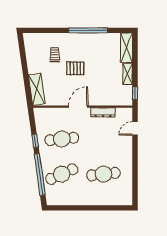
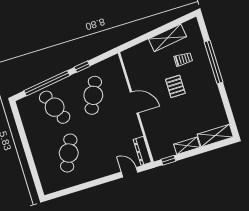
window: (88, 30) -> (214, 62), moved
shelving: (37, 89) -> (167, 38), moved
dresser: (103, 112) -> (142, 151), moved
cafe table: (62, 139) -> (93, 95), turned 30
cafe table: (103, 174) -> (69, 153), turned 30

